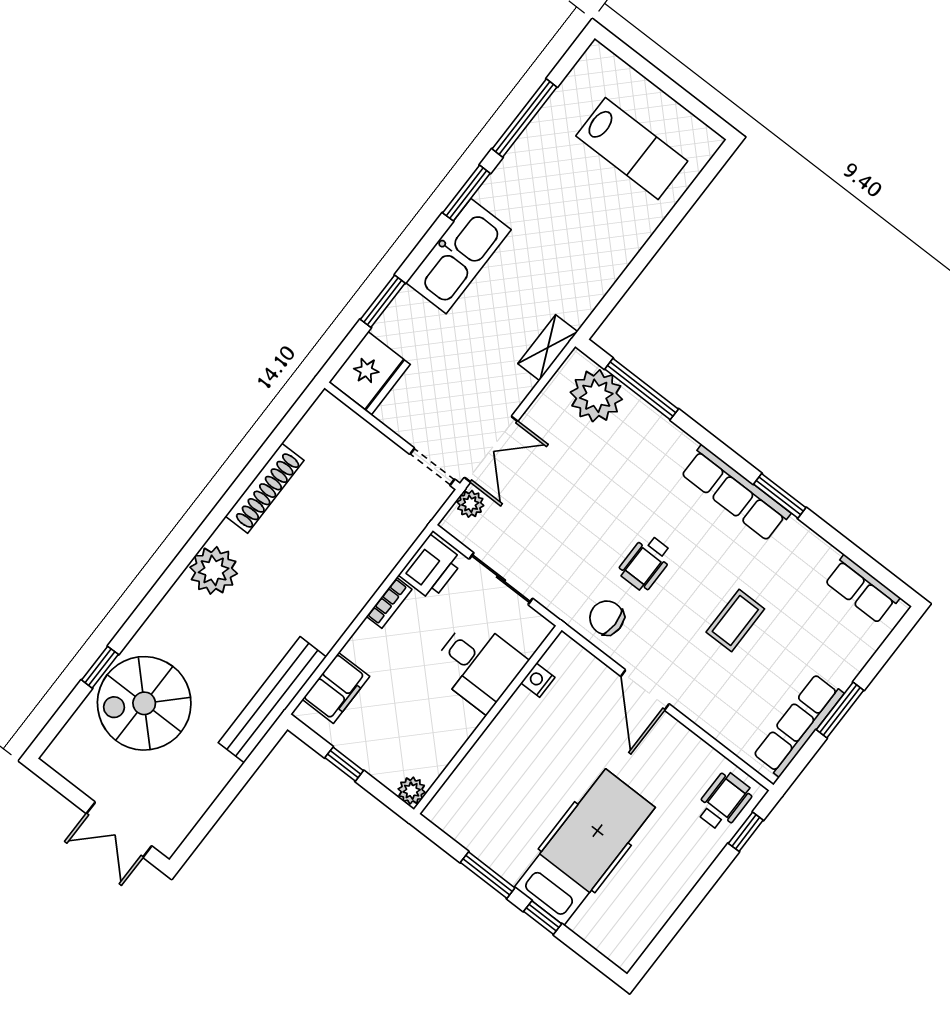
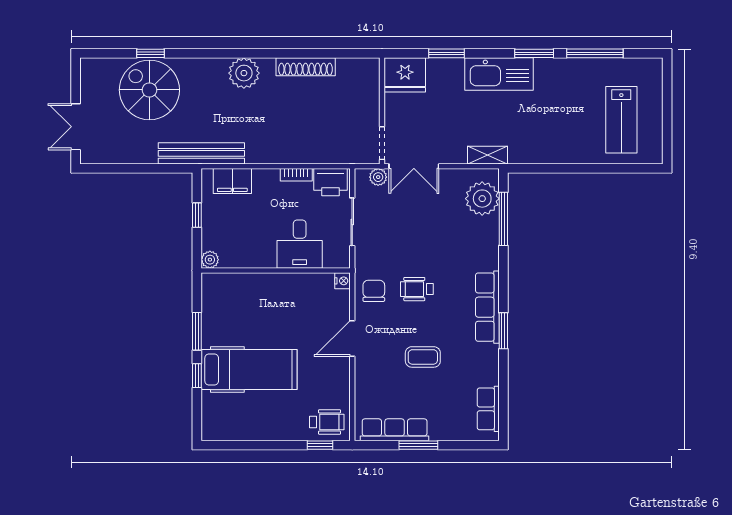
nightstand: (538, 680) -> (342, 281), moved, turned 90

